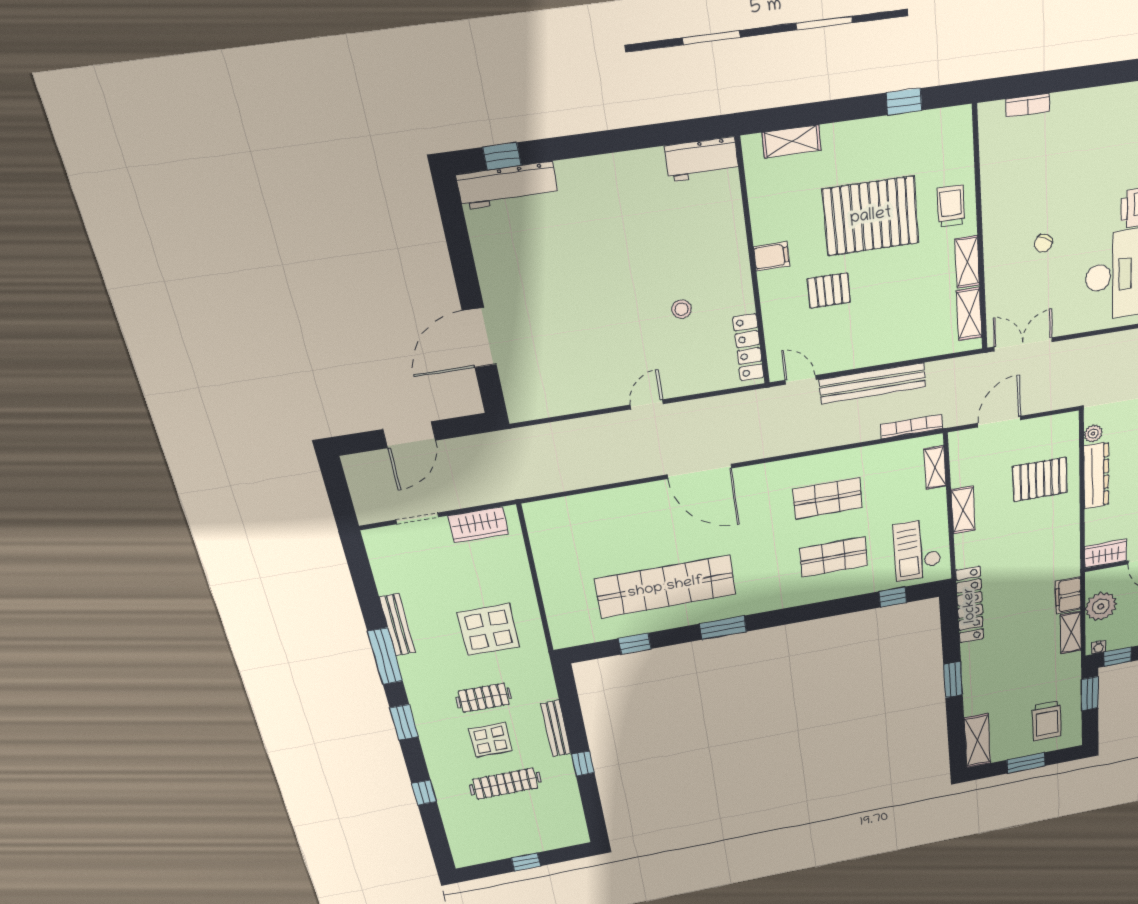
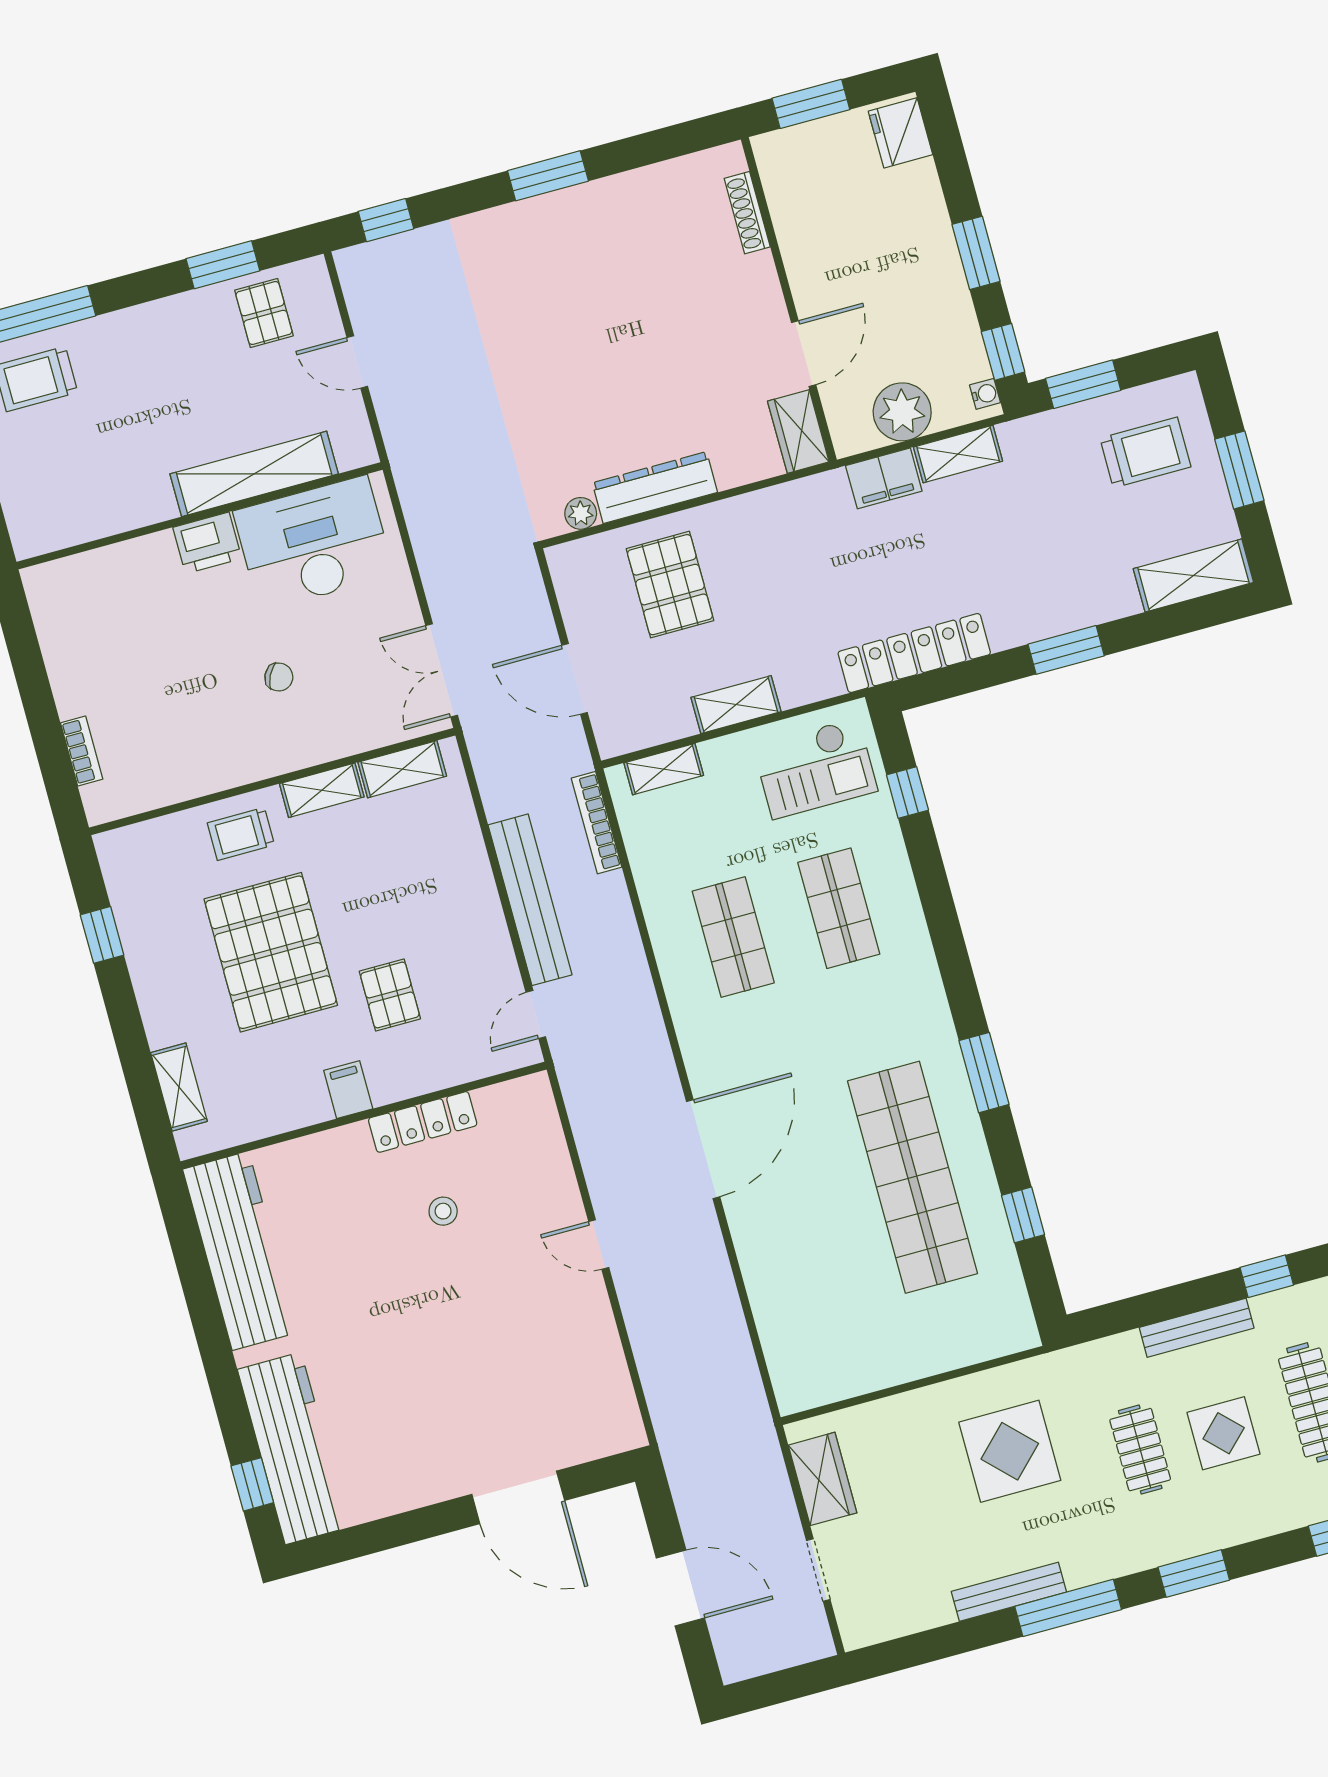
workbench: (702, 159) -> (240, 1251), width x1.88, depth x1.32
workbench: (508, 186) -> (293, 1448), width x1.36, depth x1.32
locker: (748, 348) -> (423, 1122), moved

